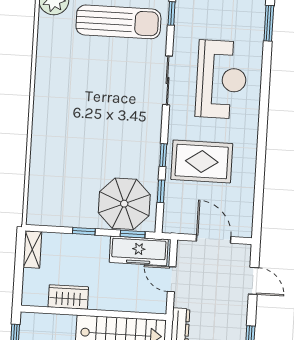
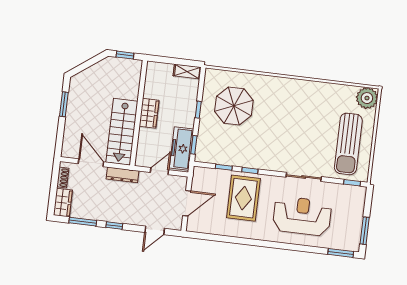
reception desk: (221, 79) -> (302, 216), turned 180
parasol: (124, 204) -> (234, 106), moved
wardrobe: (68, 297) -> (149, 113), moved

